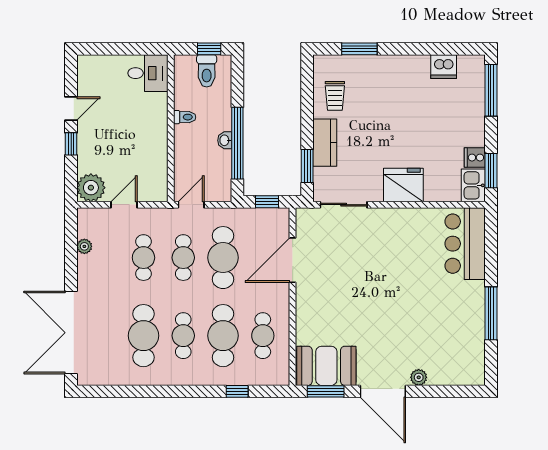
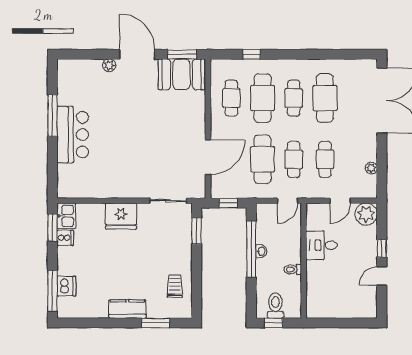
dishwasher: (444, 67) -> (66, 286), moved, turned 90
desk: (148, 73) -> (321, 245), moved
kitchen counter: (325, 143) -> (127, 309), moved, turned 90
bar counter: (465, 244) -> (73, 135), moved

